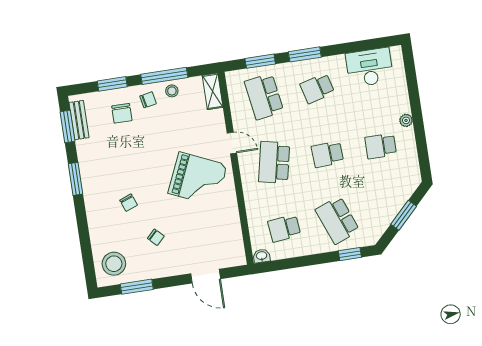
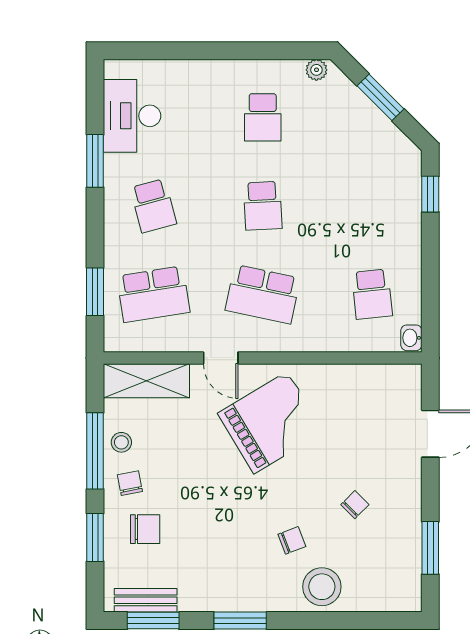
window: (305, 54) -> (95, 161), moved
shelving: (213, 91) -> (146, 381), width x1.50, depth x1.33
plant: (406, 120) -> (316, 70), moved
door: (232, 143) -> (221, 358), swing flipped
grand piano: (198, 179) -> (271, 423), turned 35
school desk: (337, 220) -> (372, 206), removed
stool: (114, 264) -> (322, 587), moved

